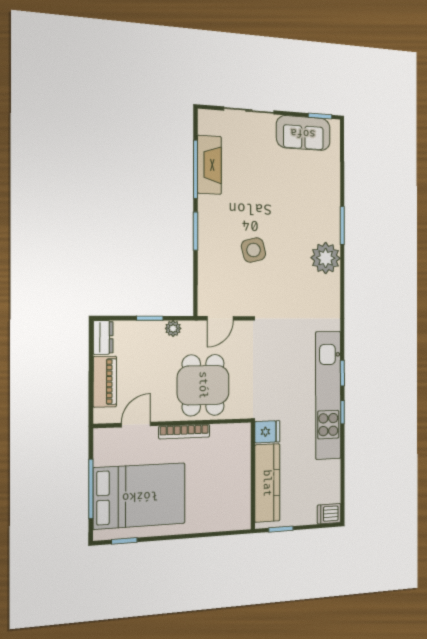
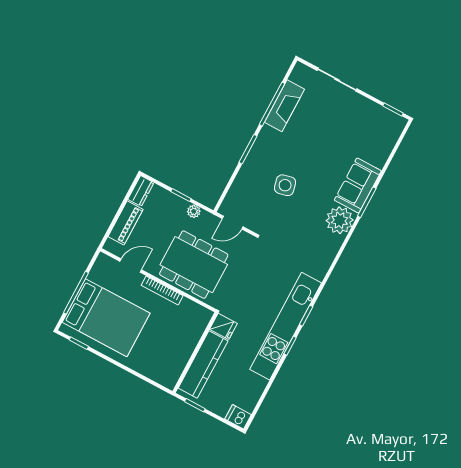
sofa: (303, 133) -> (358, 185), moved, turned 90
dining table: (203, 385) -> (194, 265), width x1.38

